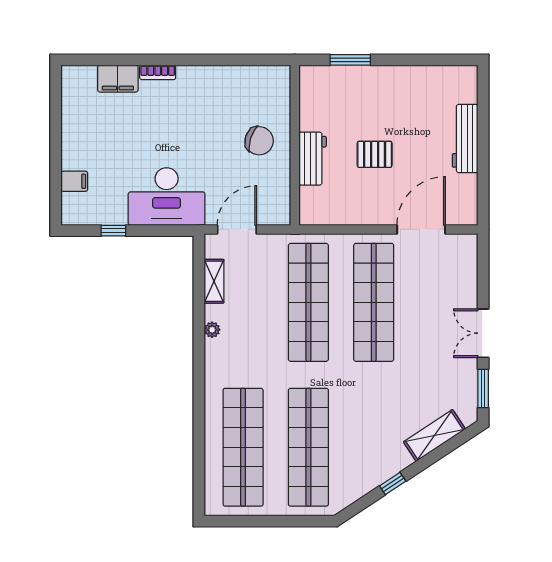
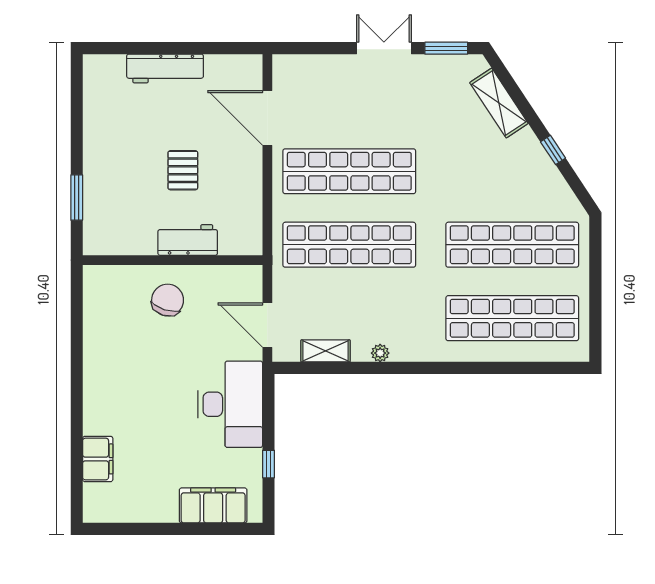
bookcase: (158, 72) -> (91, 414), removed
filing cabinet: (74, 181) -> (213, 505), width x3.00, depth x1.17
double door: (483, 333) -> (384, 48), swing flipped

